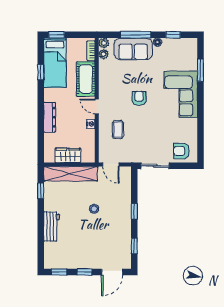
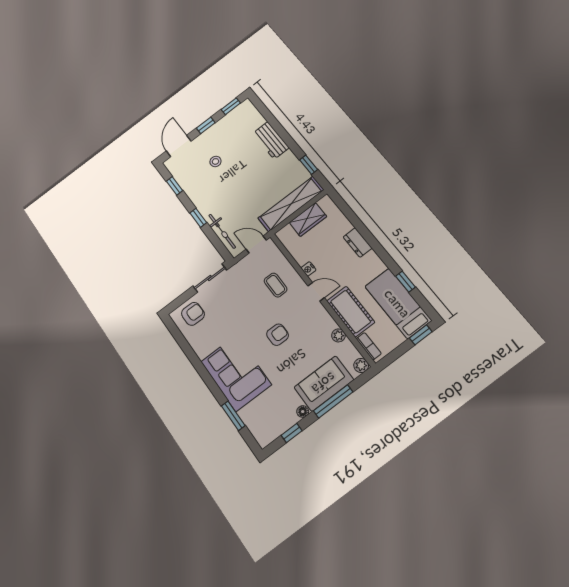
plant: (104, 54) -> (338, 335), moved
armchair: (139, 98) -> (278, 335), turned -90
dresser: (50, 117) -> (358, 243), width x0.70
bicycle: (126, 190) -> (222, 231), added
stool: (94, 209) -> (215, 161), moved

